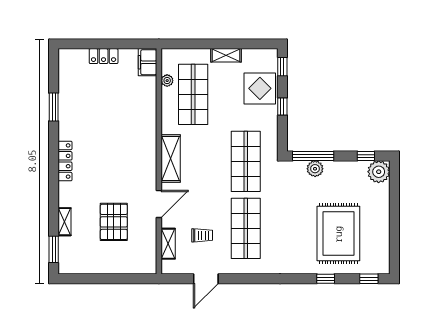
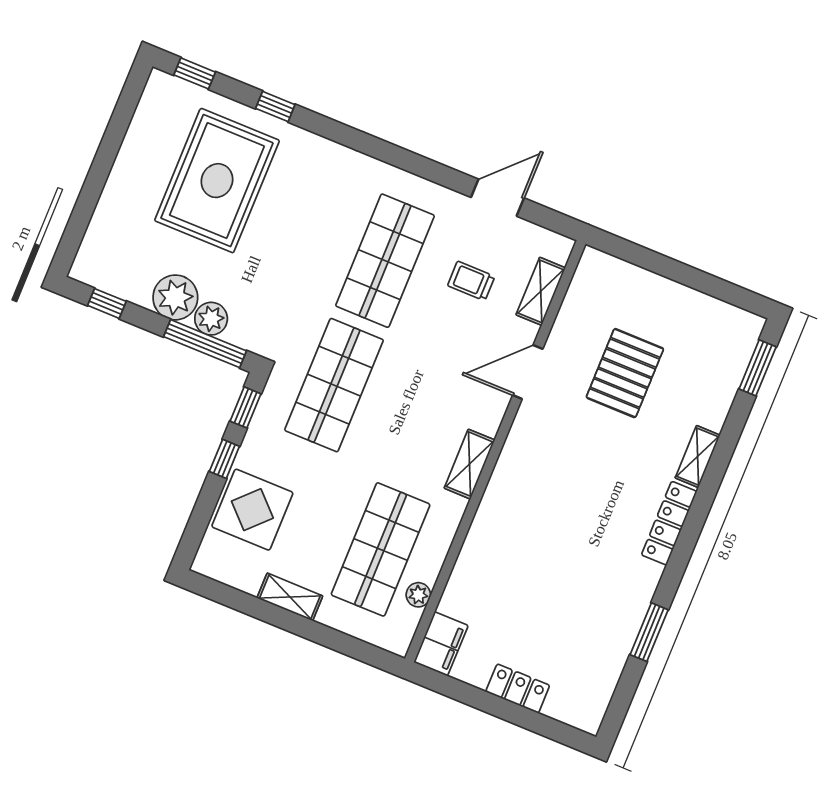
window: (282, 67) -> (246, 407), moved
shelving: (171, 158) -> (469, 464), width x0.67, depth x0.75
plant: (379, 172) -> (175, 297), moved
shelving: (64, 222) -> (698, 457), moved

